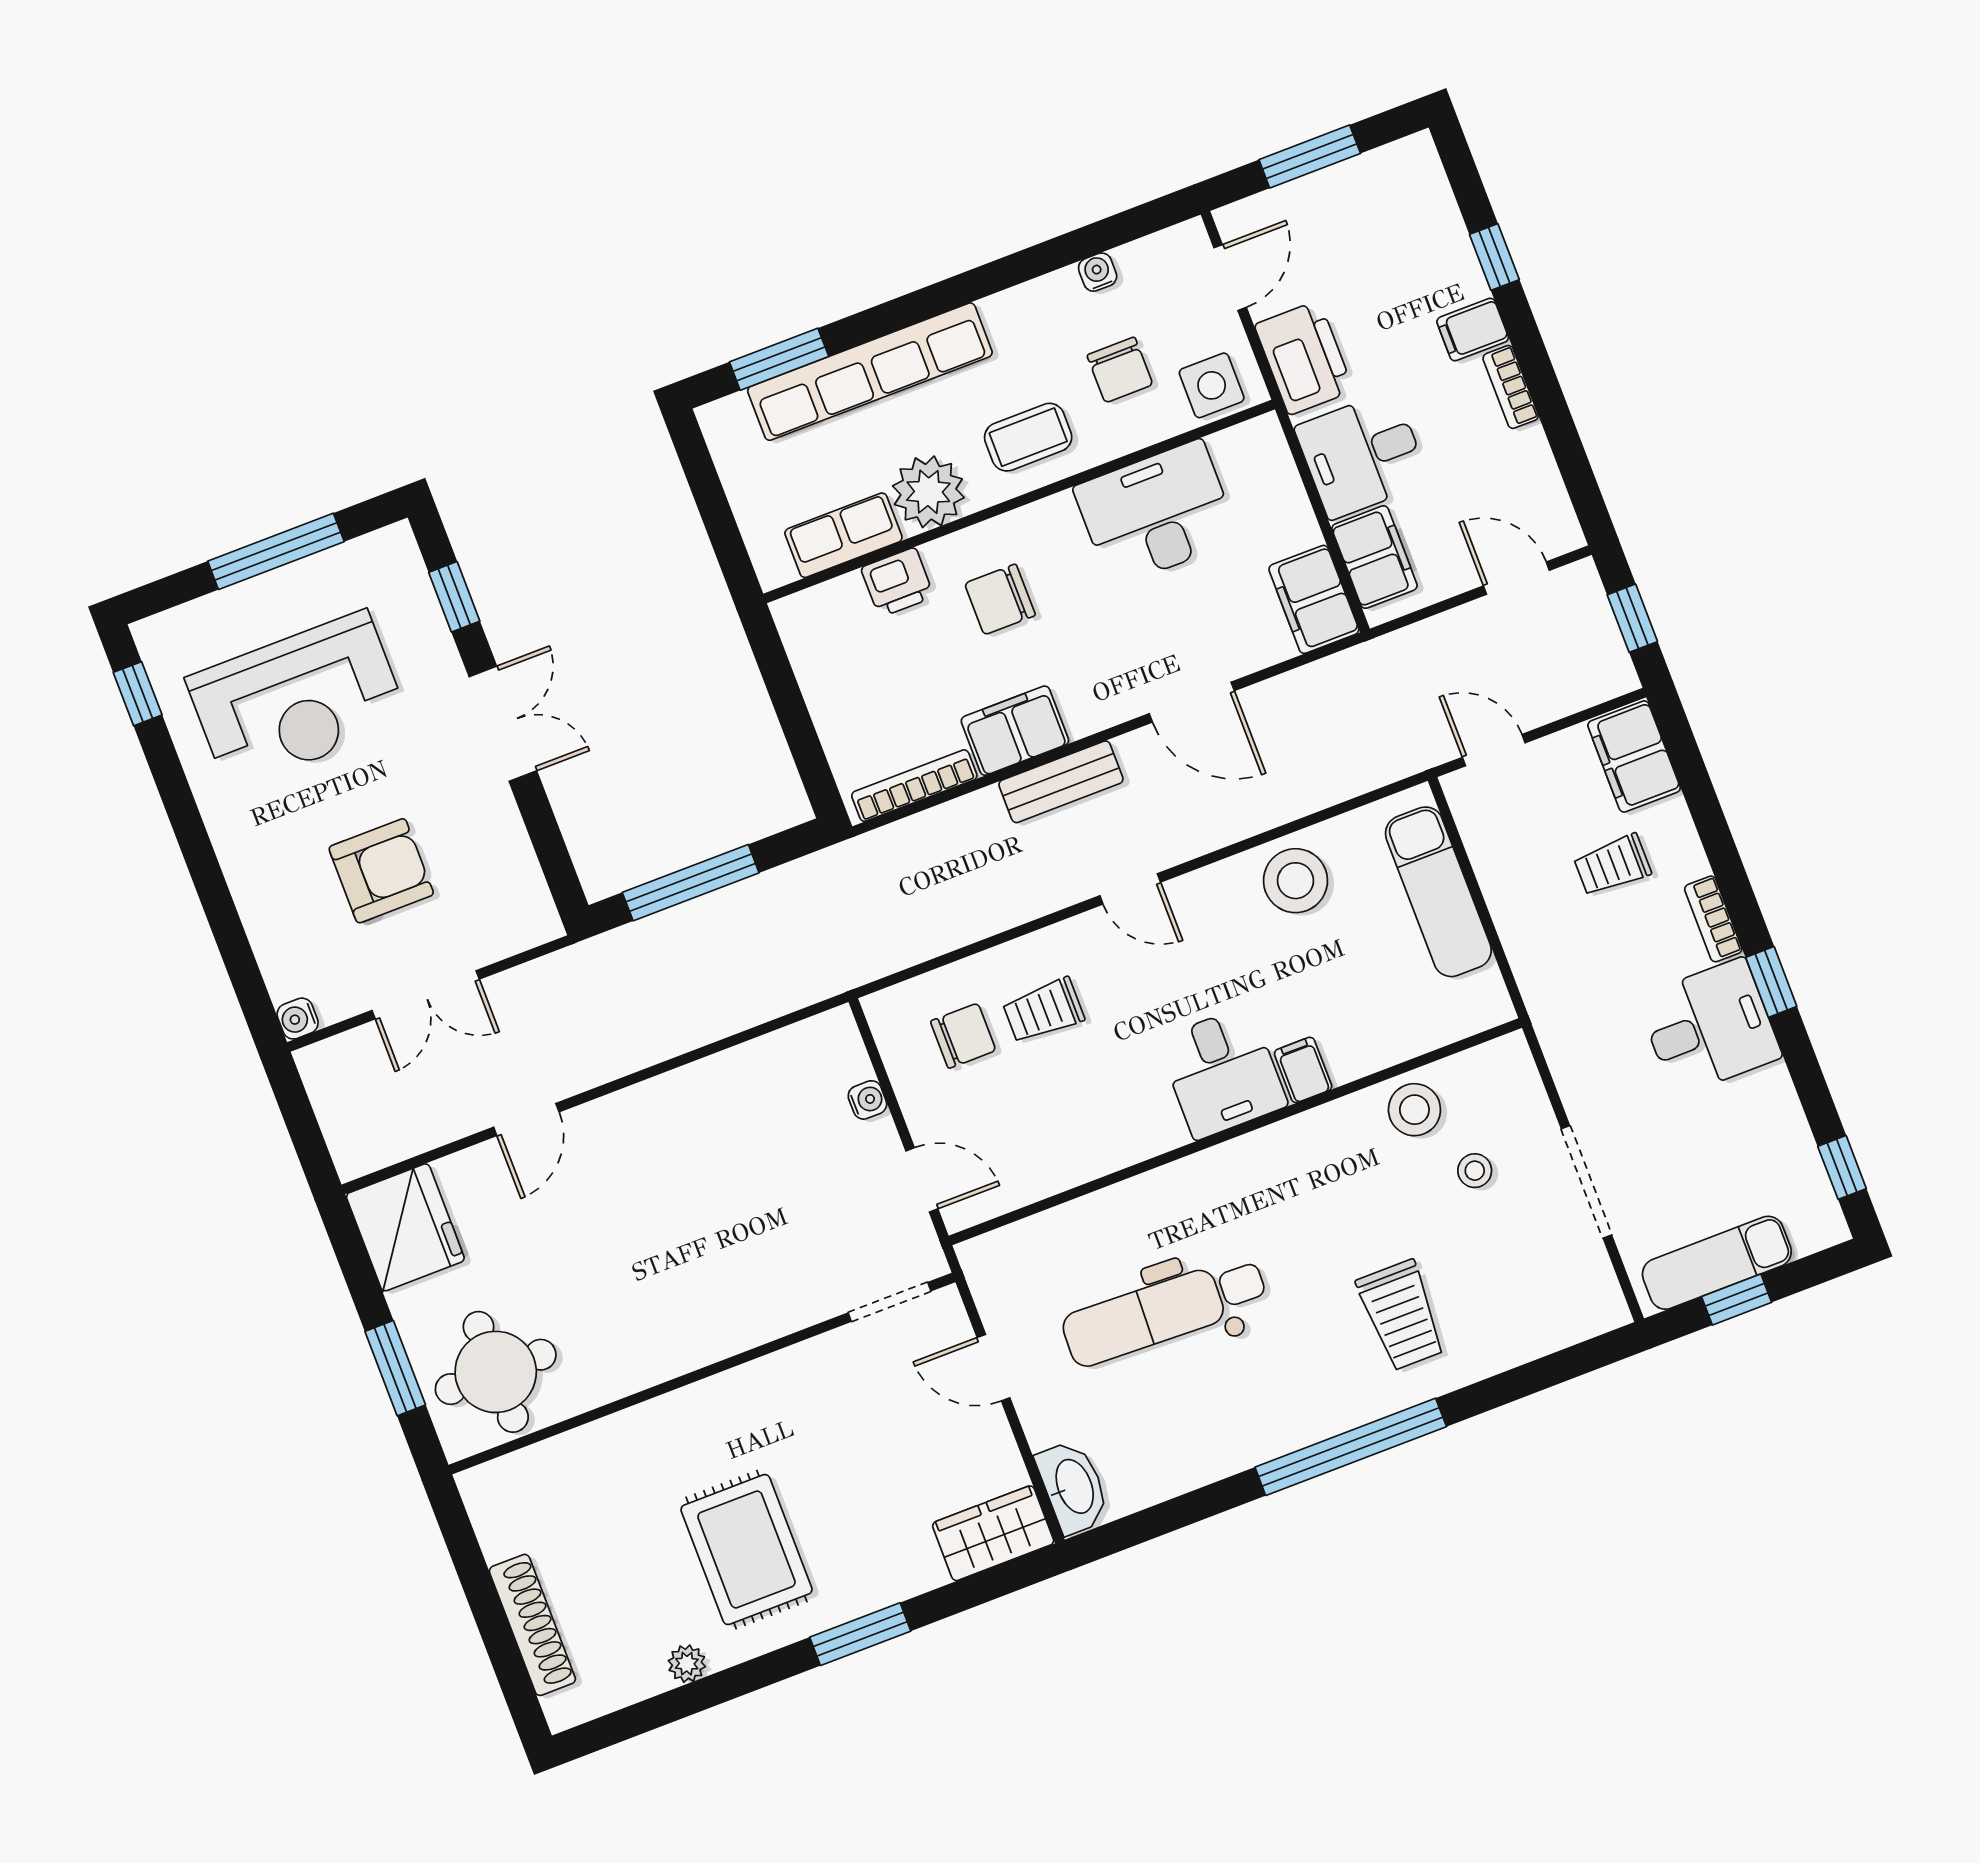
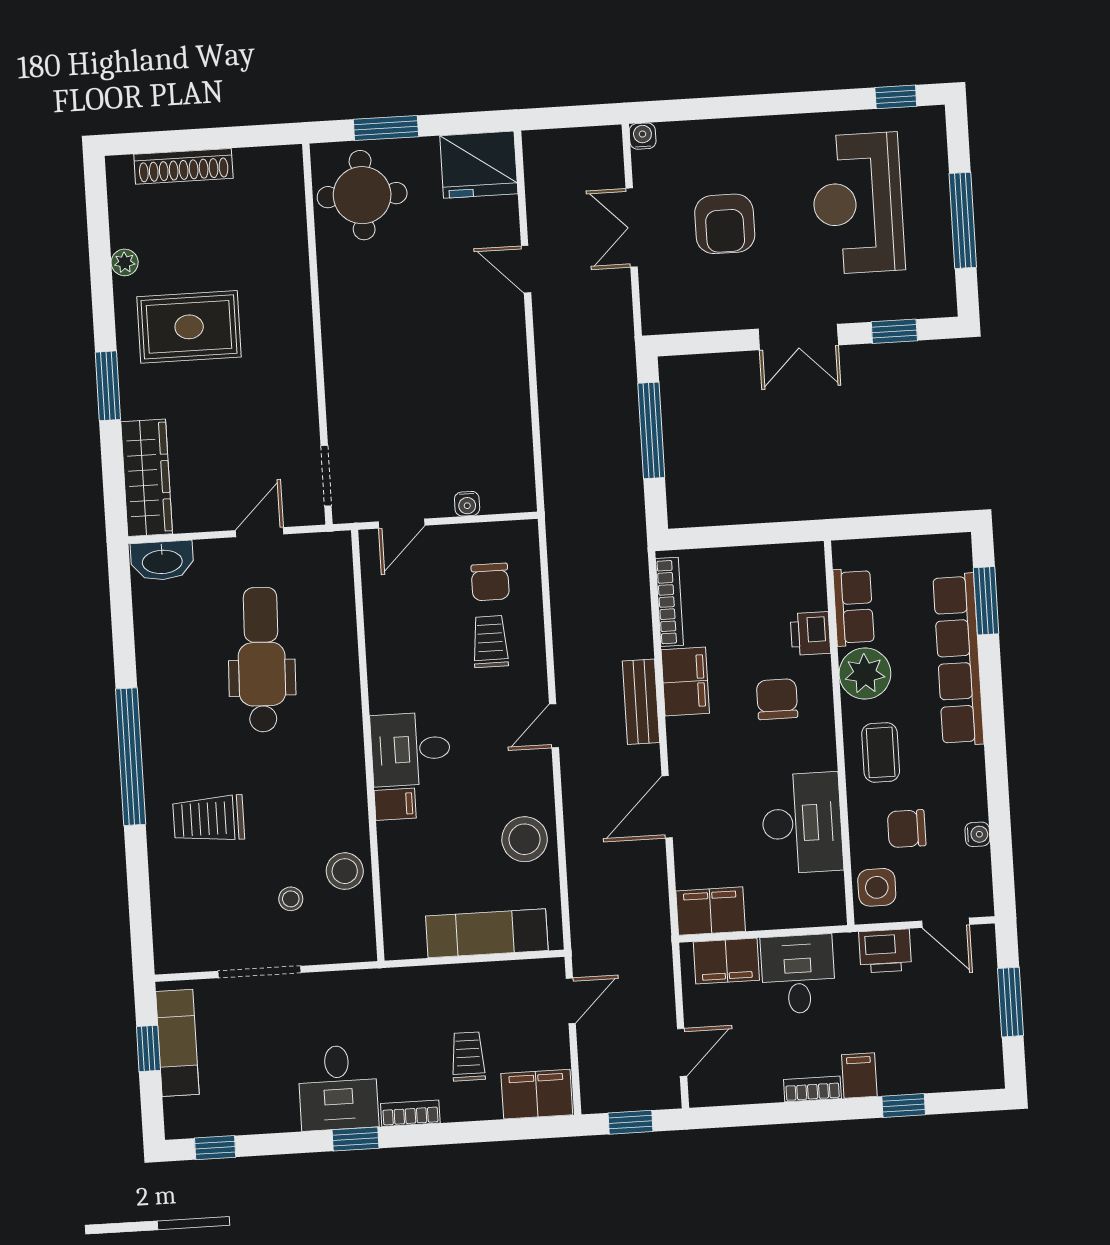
printer: (1304, 358) -> (885, 951), width x0.73, depth x0.84
wardrobe: (993, 1533) -> (147, 478), width x1.50

